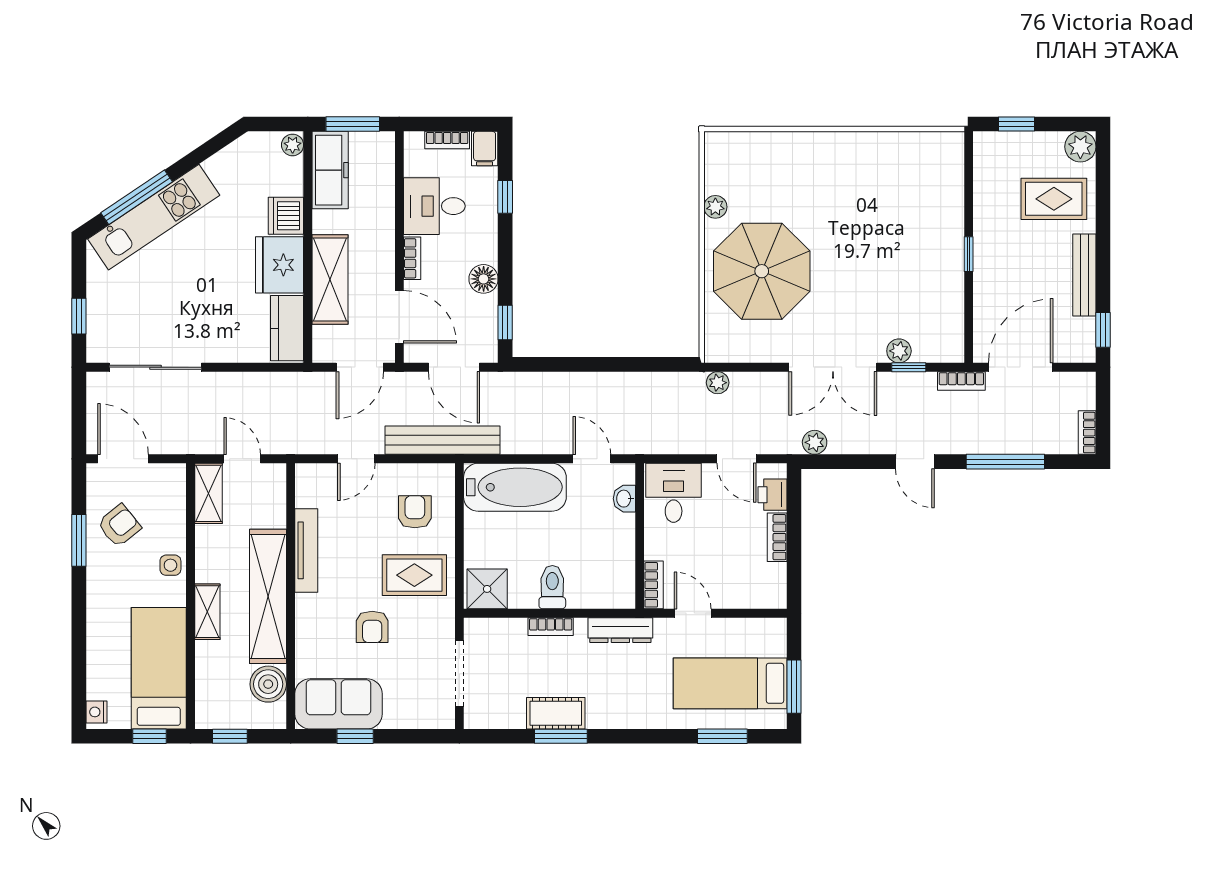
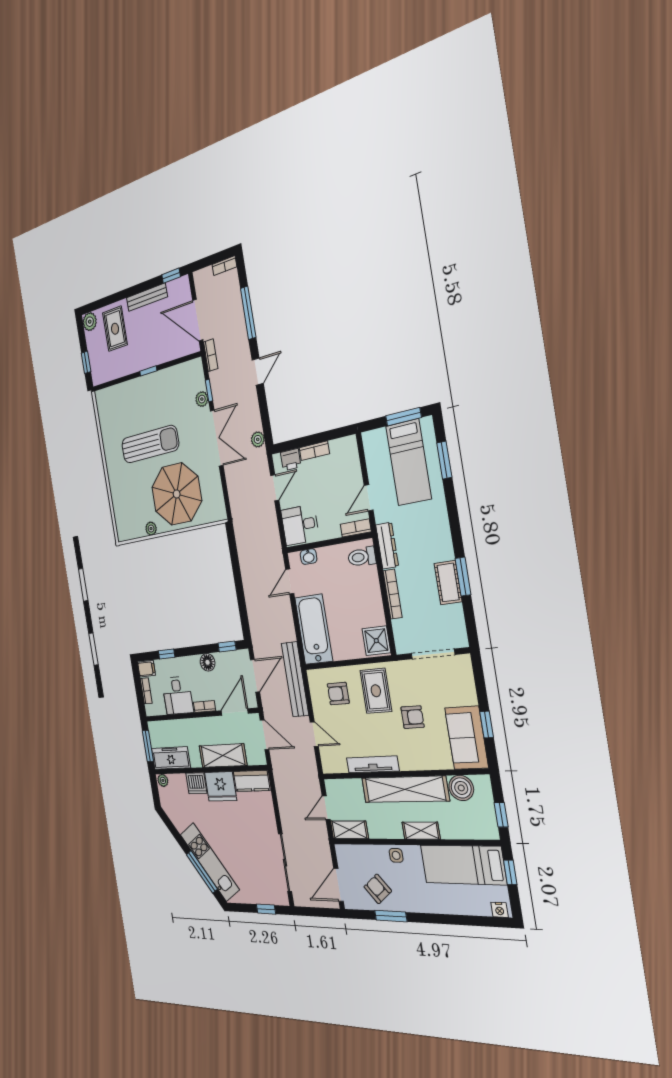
sun lounger: (852, 233) -> (150, 444), added
plant: (718, 383) -> (236, 509), removed
toilet: (552, 587) -> (362, 557), moved
bookcase: (551, 627) -> (393, 594), width x1.56

